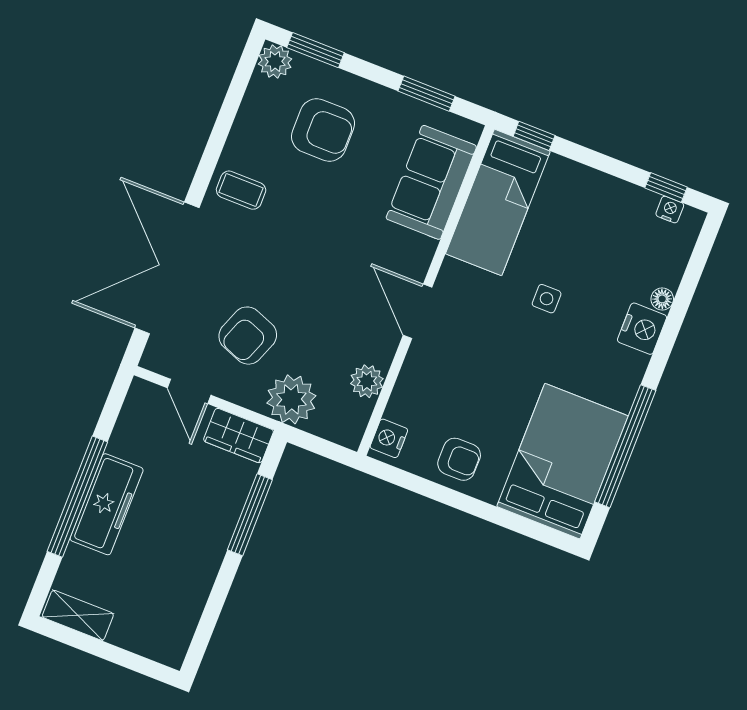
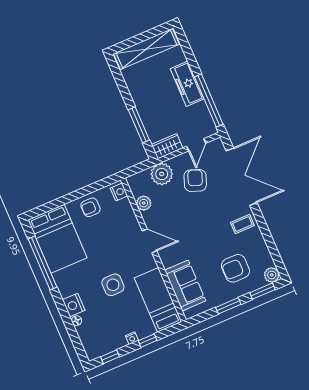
window: (426, 94) -> (228, 306), moved
window: (534, 136) -> (148, 341), moved
nightstand: (670, 210) -> (132, 338), moved
side table: (547, 299) -> (113, 285), width x1.87, depth x1.87
door: (189, 391) -> (196, 145), swing flipped
window: (77, 497) -> (209, 101), moved
shelving: (78, 615) -> (146, 49), width x2.20, depth x1.33

